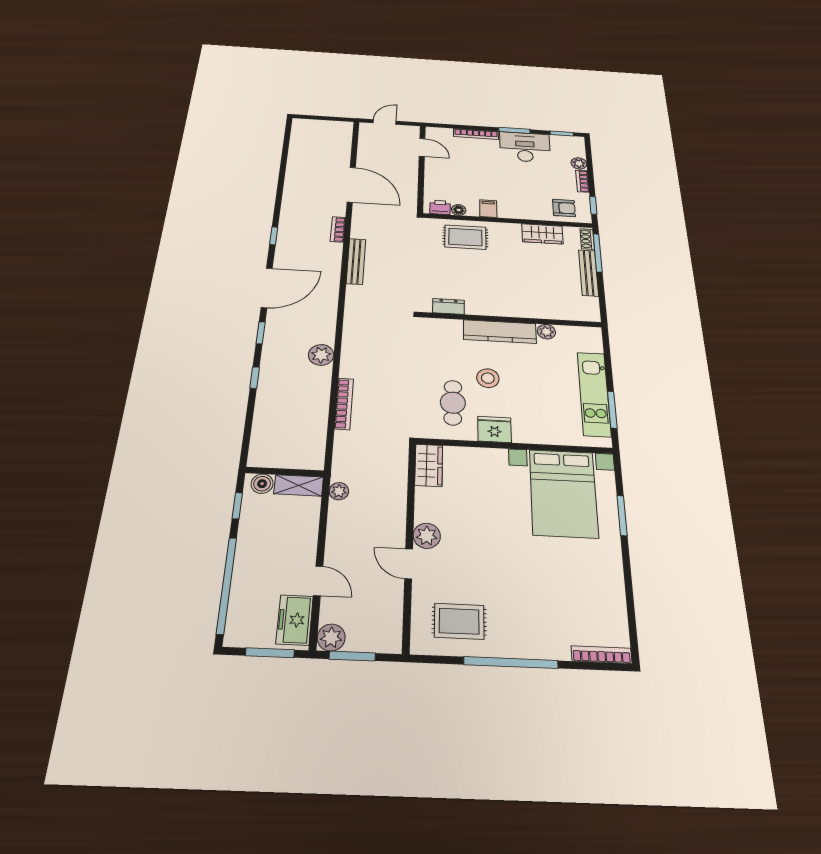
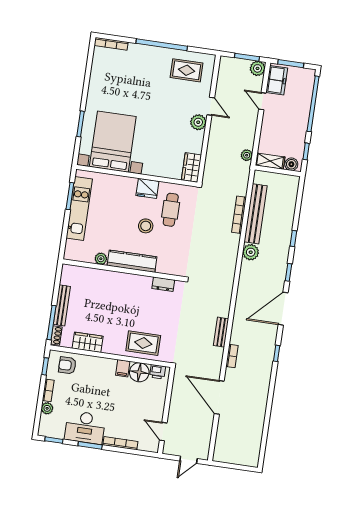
floor lamp: (459, 210) -> (139, 372), width x1.89, depth x1.89
bench: (356, 261) -> (221, 332), width x0.73
bench: (317, 407) -> (256, 214), added

